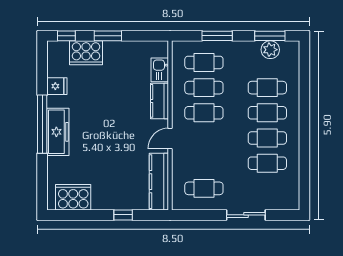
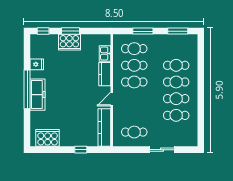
plant: (270, 50) -> (178, 40), removed
cooker: (86, 53) -> (69, 42), moved

